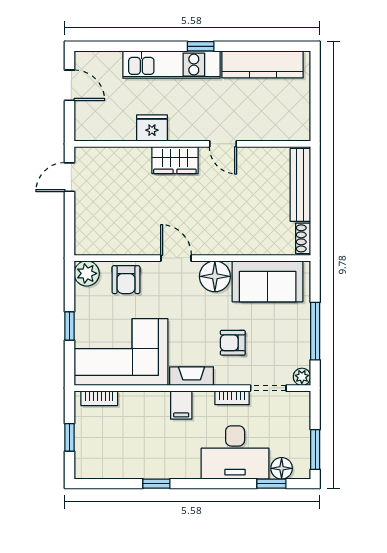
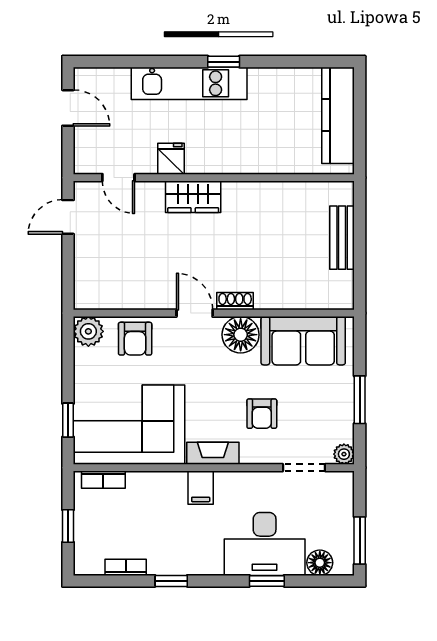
kitchen counter: (263, 64) -> (338, 115), moved, turned 90
fridge: (152, 128) -> (171, 159), width x0.72
door: (223, 144) -> (118, 178), moved
bench: (300, 185) -> (342, 238), width x0.73
shoe rack: (303, 238) -> (235, 301), moved, turned 90
window: (70, 326) -> (68, 420), moved
window: (315, 331) -> (360, 400), width x0.69
armchair: (233, 343) -> (262, 414), turned -90
bookcase: (232, 398) -> (126, 567), moved, turned 180
window: (271, 484) -> (267, 581), moved

